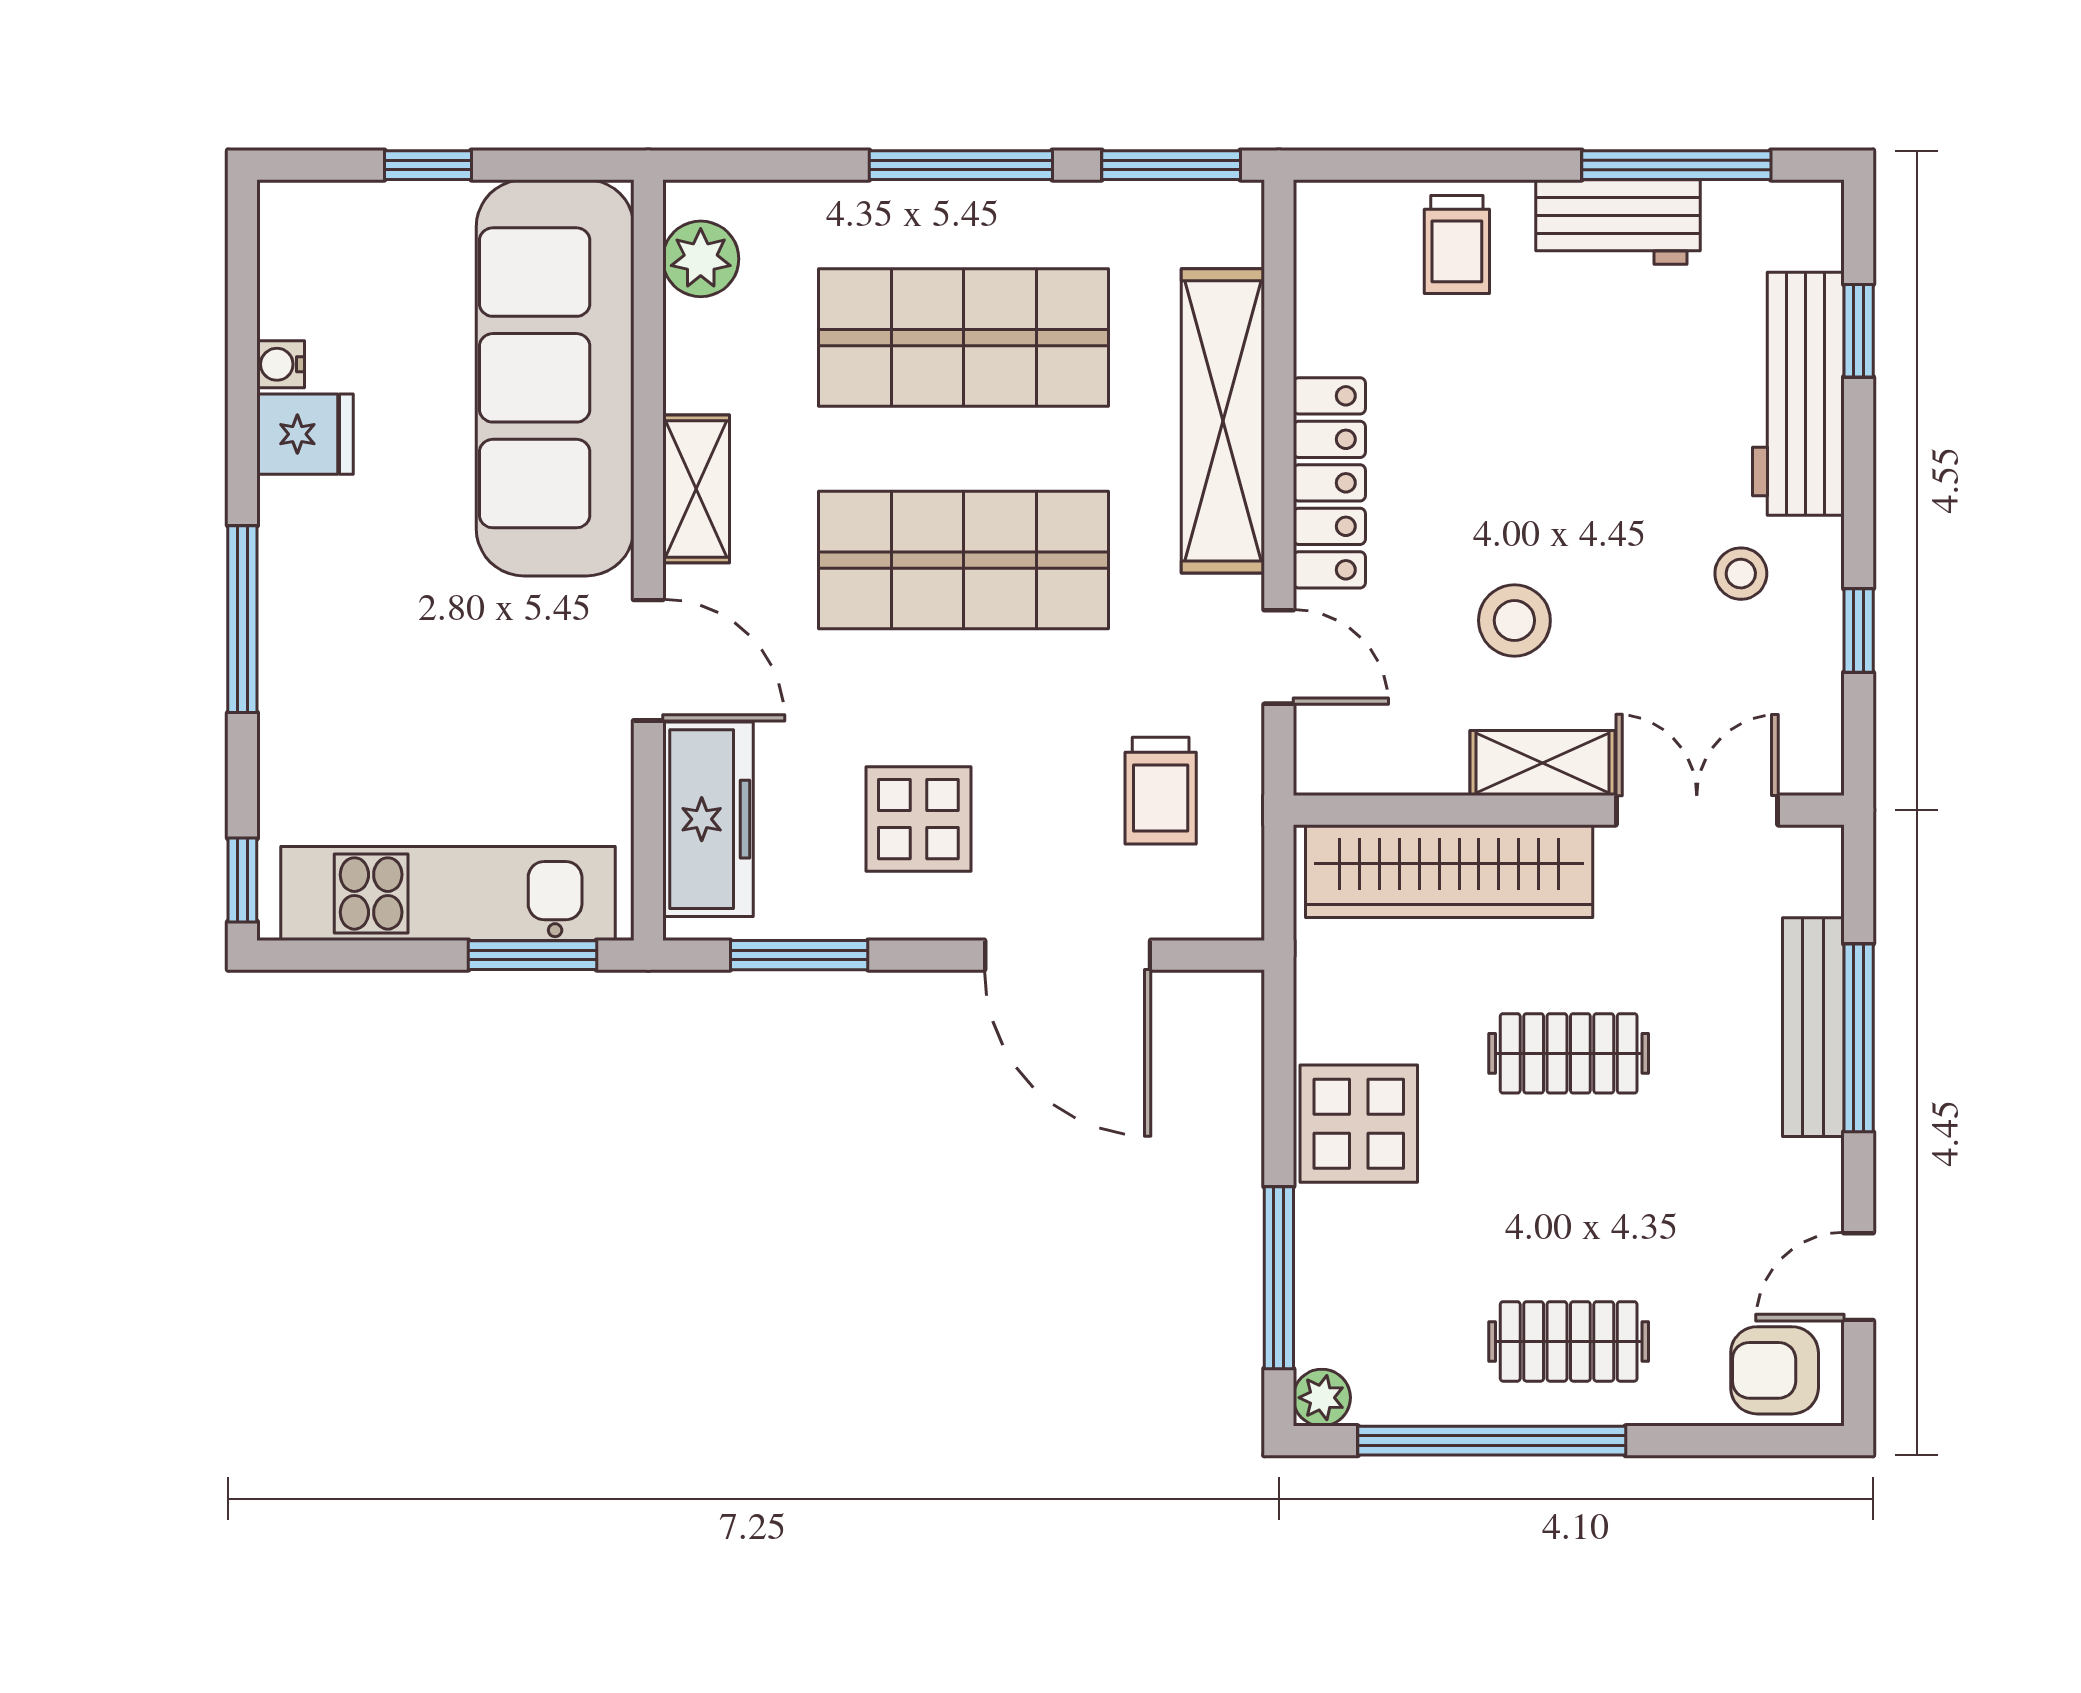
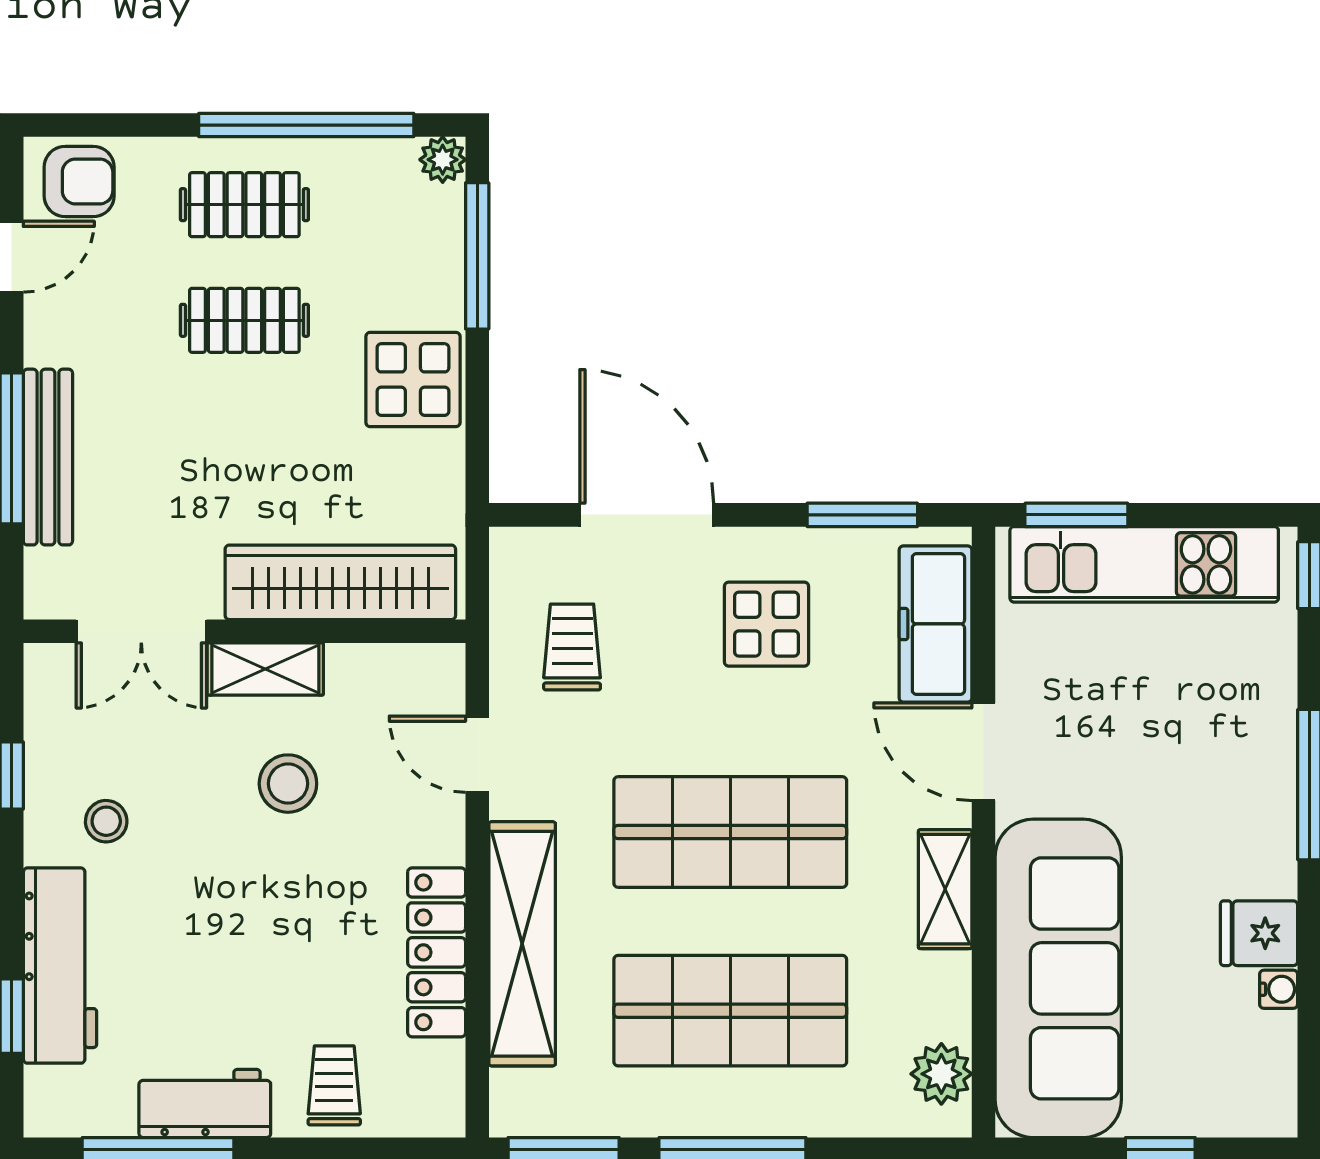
locker: (1329, 483) -> (437, 952), moved
clothes rail: (1569, 1053) -> (244, 320), moved

